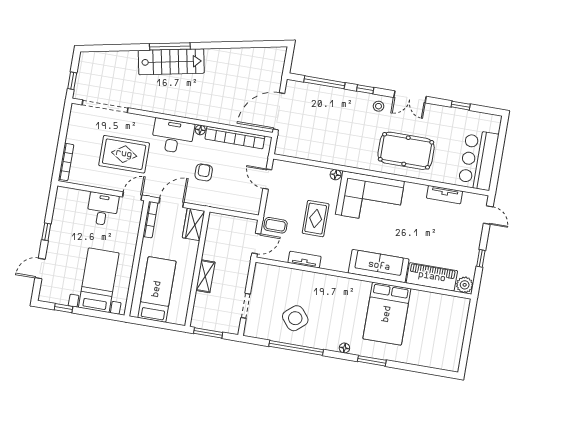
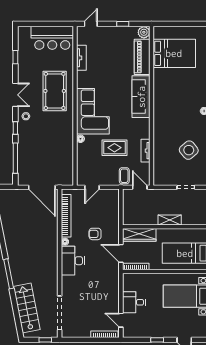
stairs: (171, 62) -> (27, 308), moved
rug: (124, 154) -> (92, 294), removed
door: (132, 196) -> (121, 320), moved
wardrobe: (194, 224) -> (139, 235), width x1.50
bed: (387, 314) -> (174, 53), moved

